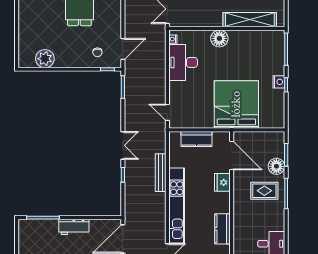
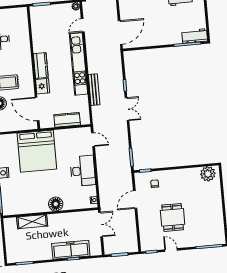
shelving: (250, 20) -> (32, 222), width x0.68
door: (123, 49) -> (135, 200), moved
plant: (45, 59) -> (208, 174), moved
desk: (183, 62) -> (83, 171), moved
double door: (123, 145) -> (127, 109), swing flipped
workbench: (74, 227) -> (195, 36), moved
kitchen counter: (223, 229) -> (41, 65), moved

